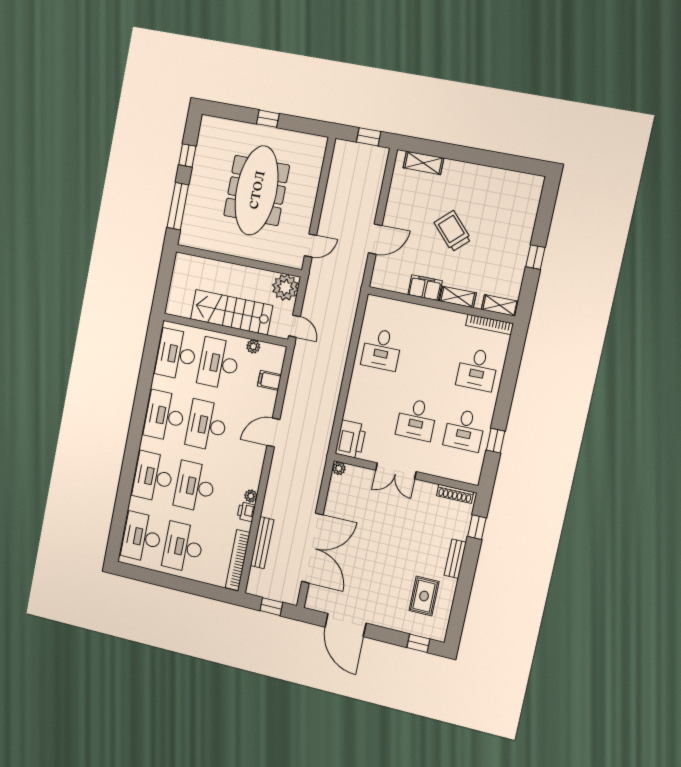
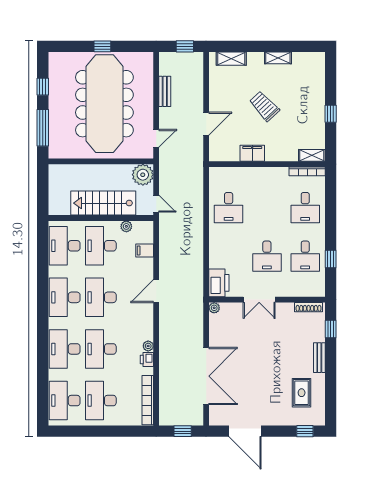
meeting table: (256, 190) -> (104, 104), width x1.36, depth x1.27
shelving: (458, 297) -> (278, 58), moved
bench: (262, 543) -> (165, 91), moved, width x0.73

